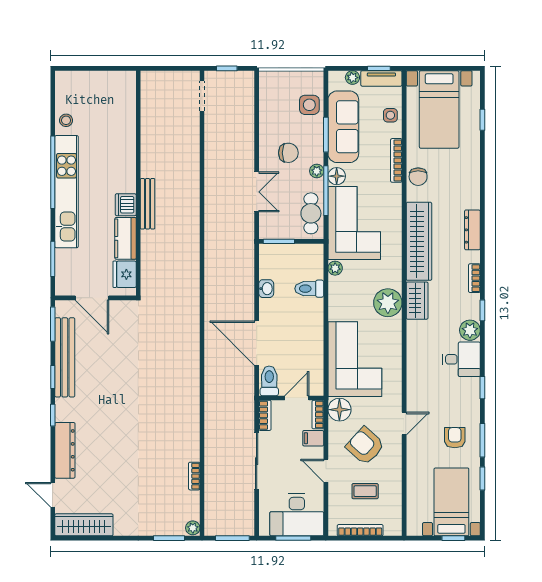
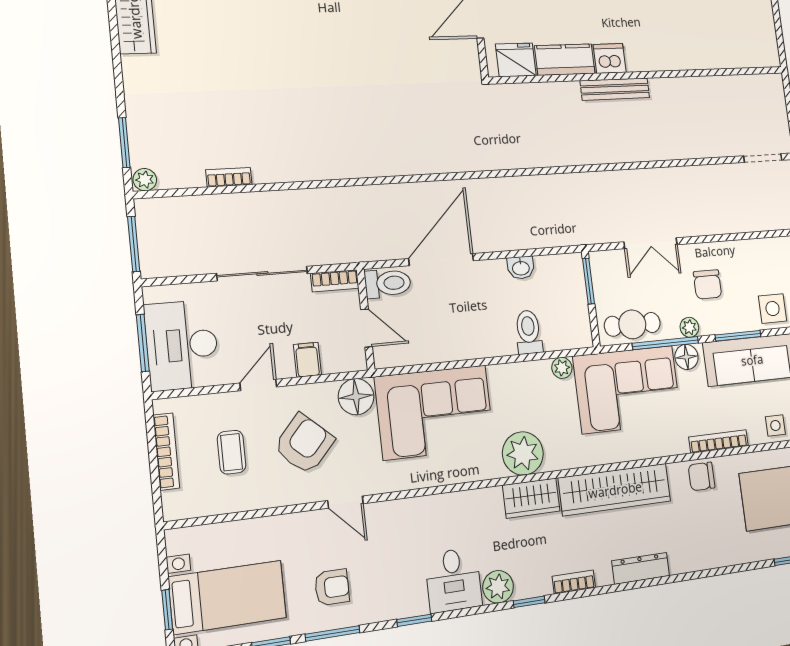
bookcase: (318, 415) -> (345, 363), removed

